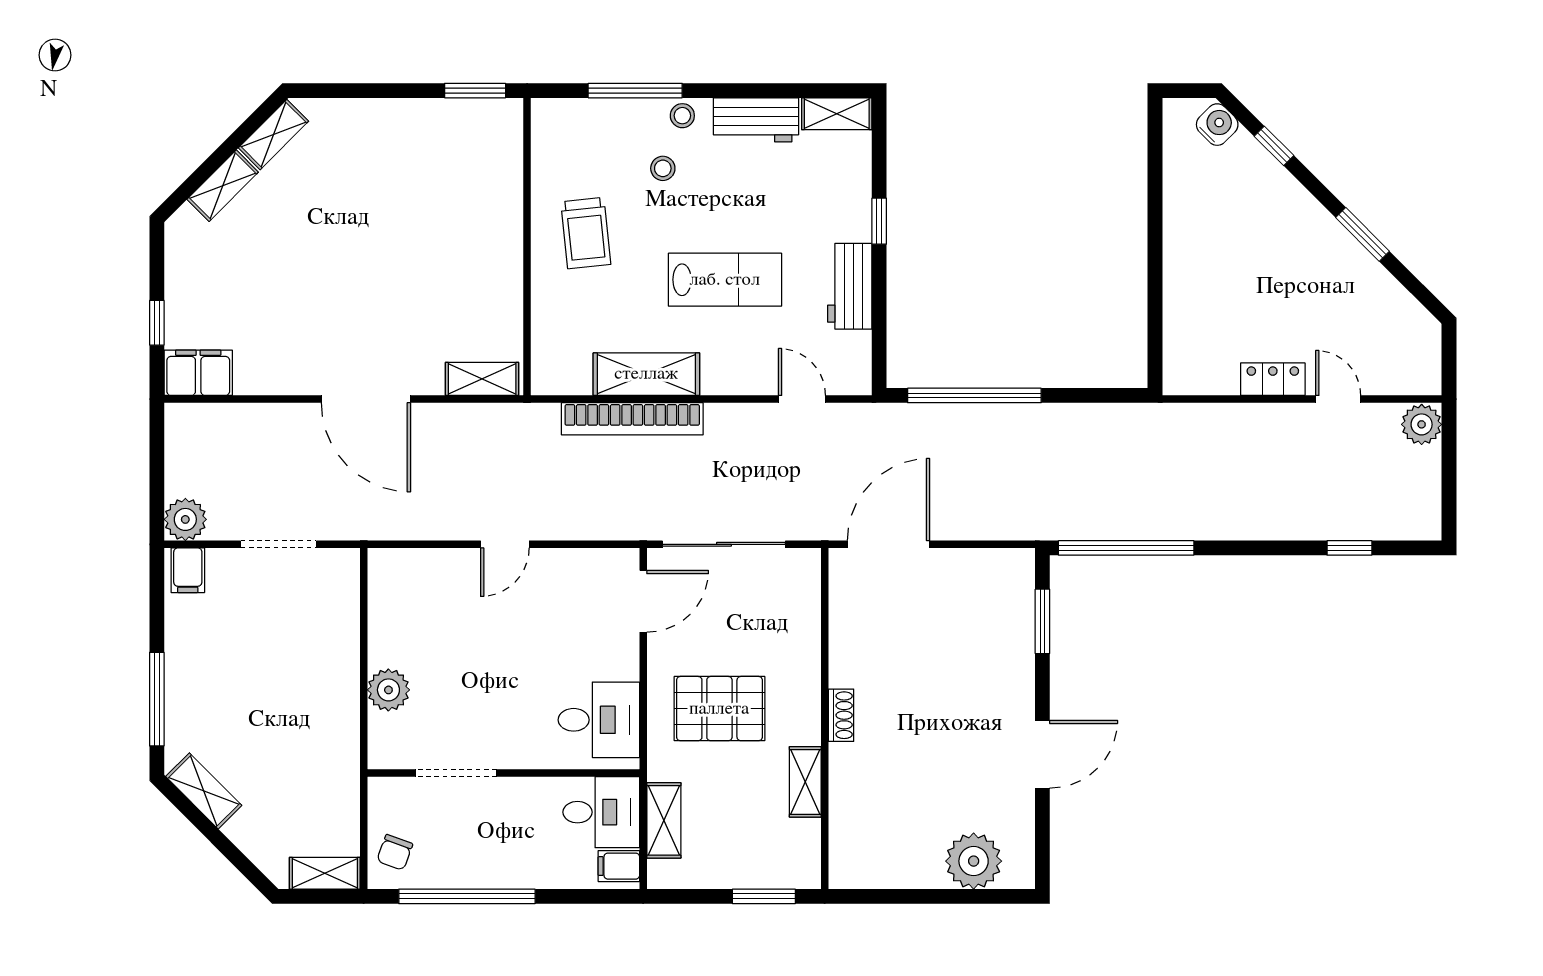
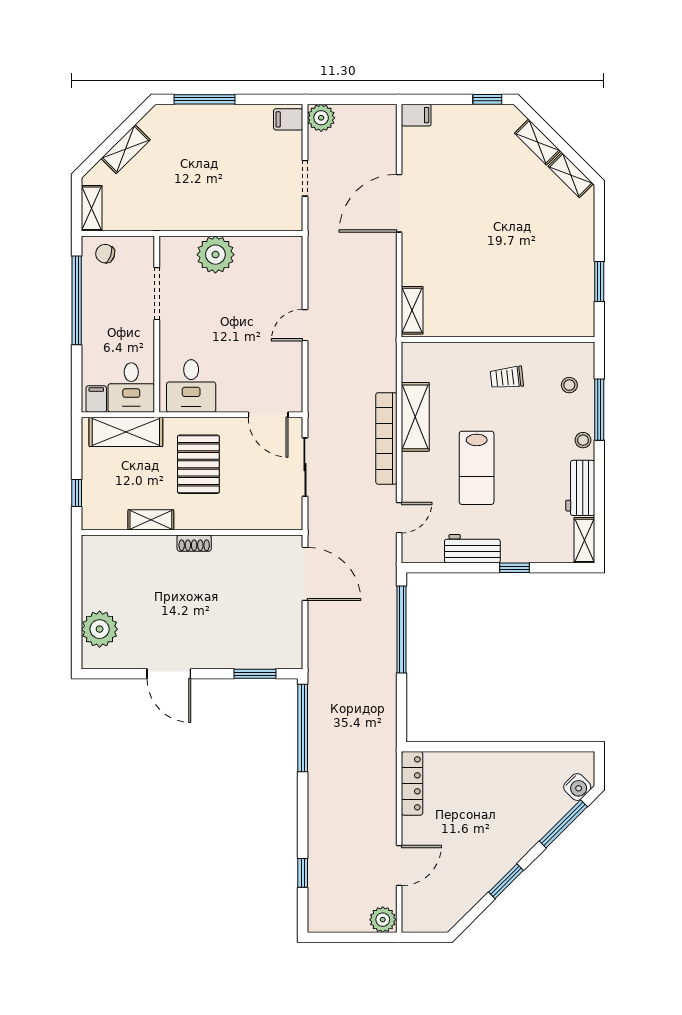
window: (475, 91) -> (599, 282), moved
window: (1274, 146) -> (563, 824), width x2.17
stool: (663, 168) -> (569, 385), moved
trolley: (586, 233) -> (507, 378), width x0.73, depth x0.72
window: (157, 323) -> (487, 99), moved
filing cabinet: (198, 373) -> (416, 115), width x0.50
locker: (1273, 379) -> (412, 783), moved, width x1.53
door: (366, 399) -> (399, 203), moved
door: (1338, 399) -> (399, 866), width x1.38
bookcase: (632, 419) -> (386, 438), moved
doorway: (278, 544) -> (305, 178), width x0.73
door: (505, 544) -> (305, 325), hinge flipped
sliding door: (724, 544) -> (305, 467), width x0.73
plant: (388, 690) -> (215, 255), width x1.36, depth x1.36
shelving: (204, 791) -> (126, 149), moved
shelving: (664, 820) -> (126, 432), width x1.50, depth x1.33
window: (764, 896) -> (77, 493), width x0.67

